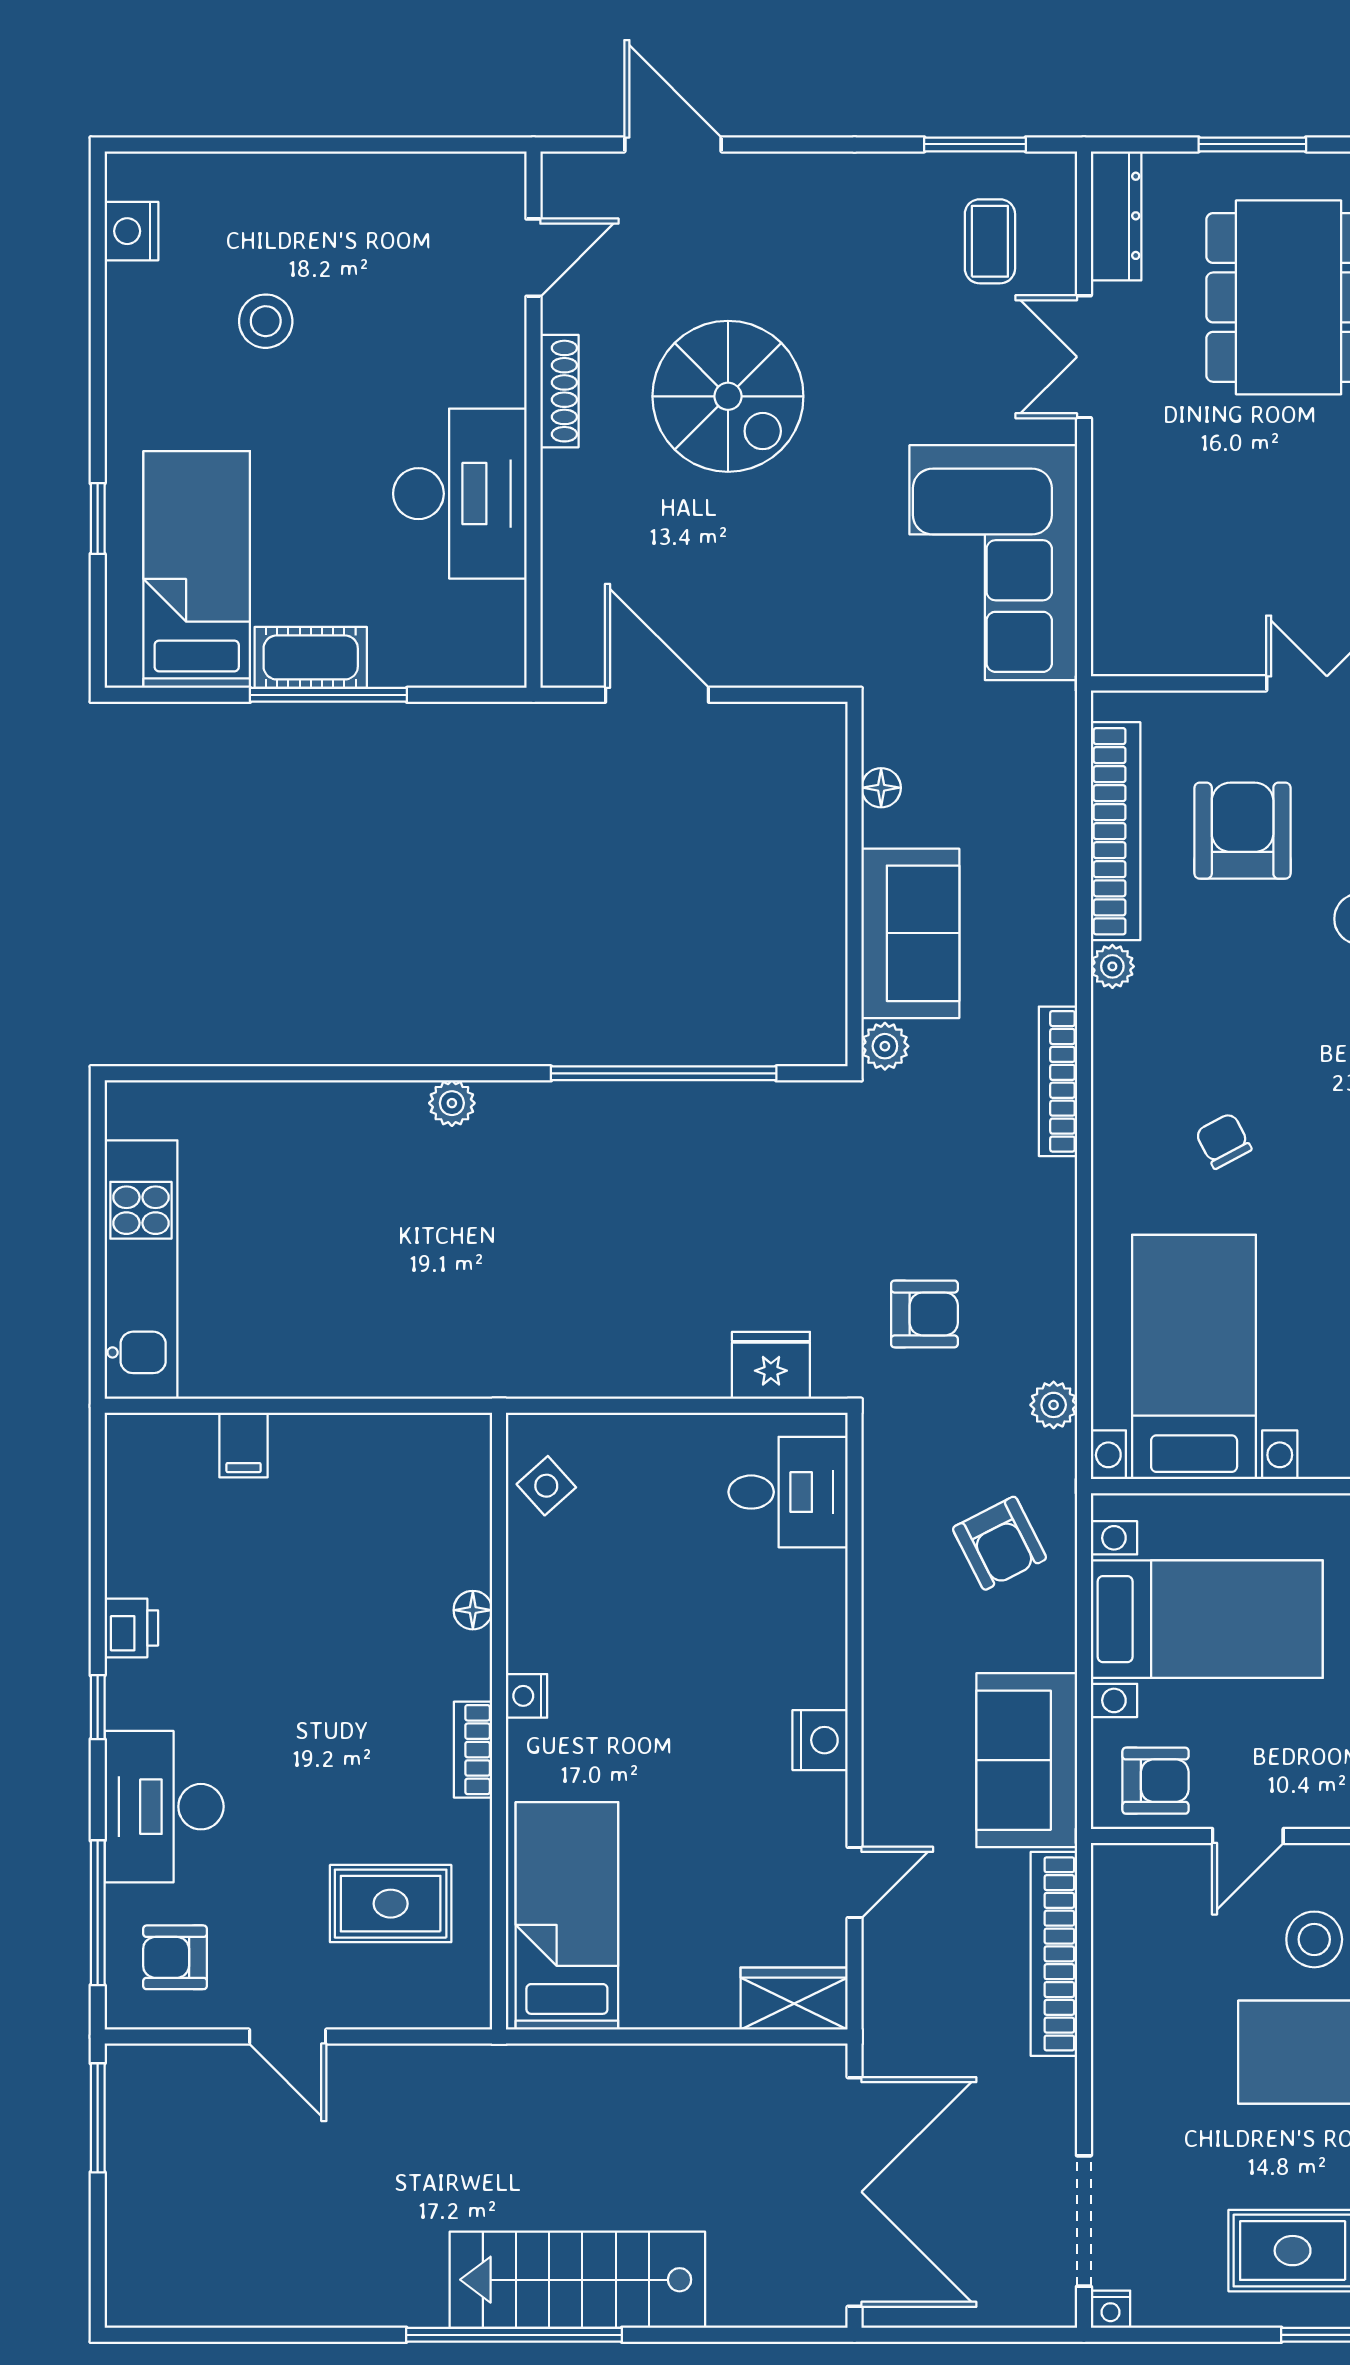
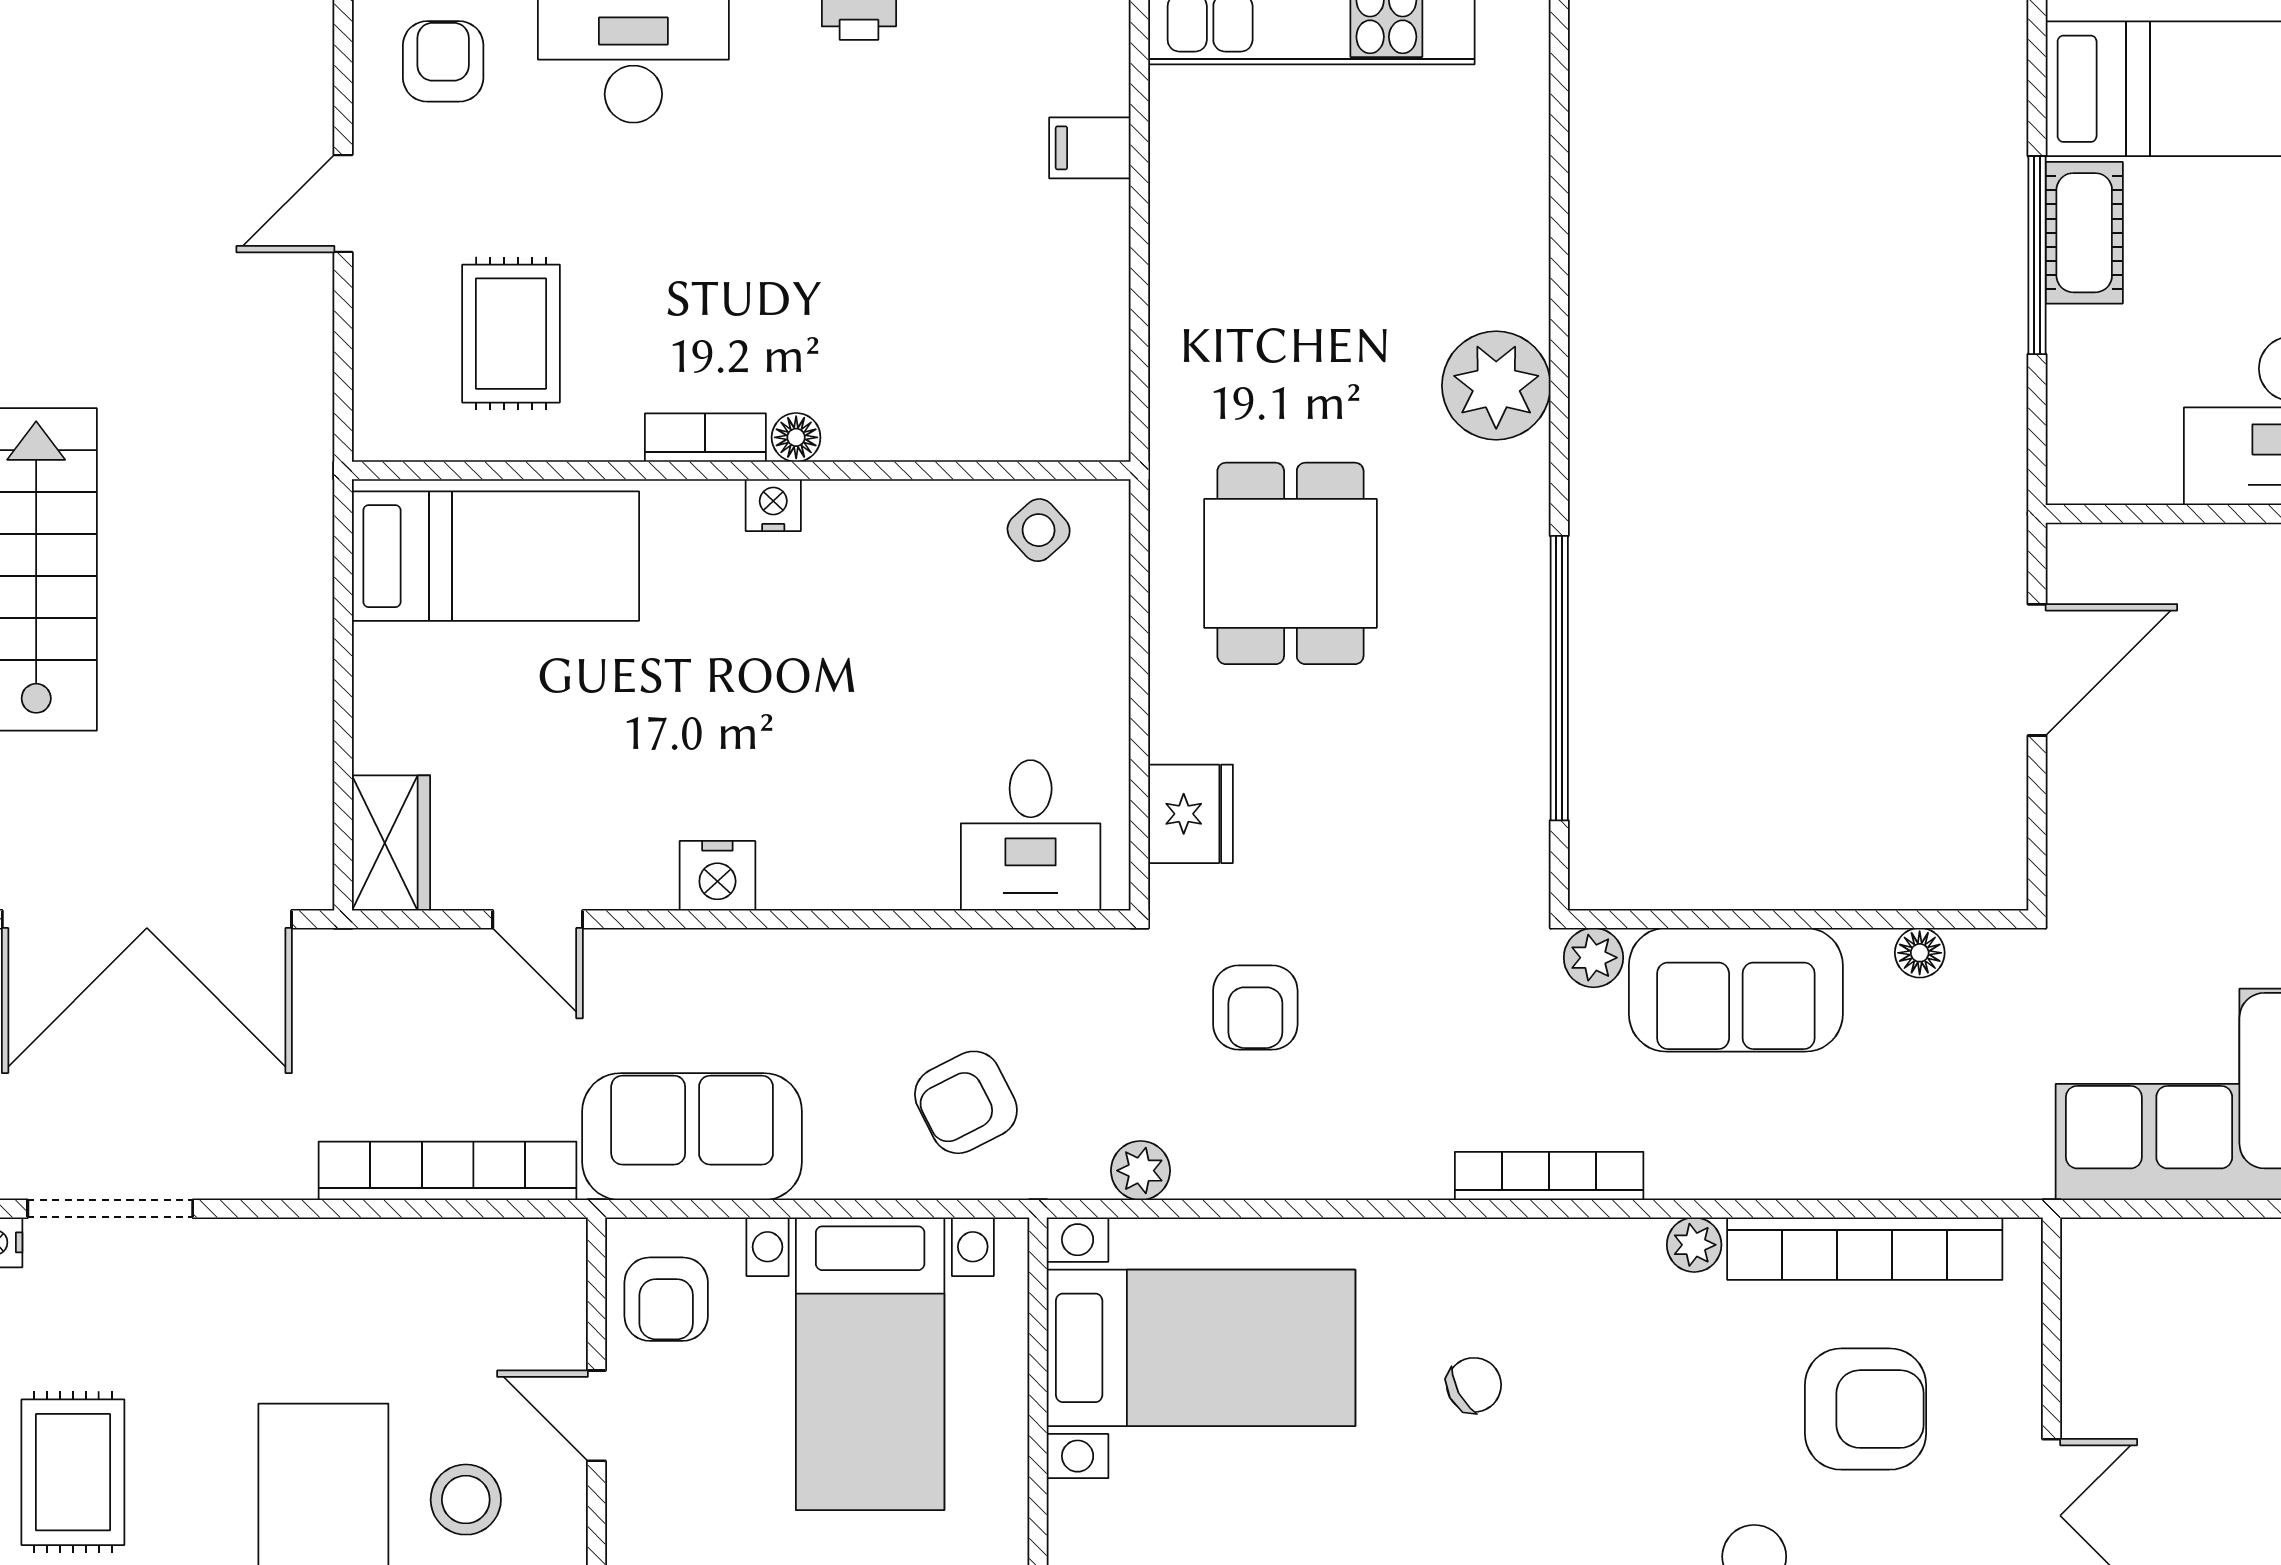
plant: (452, 1103) -> (1496, 386), width x1.88, depth x1.88
dining table: (573, 1286) -> (1290, 563), added
floor lamp: (473, 1610) -> (796, 437), moved

